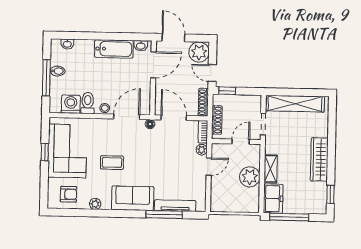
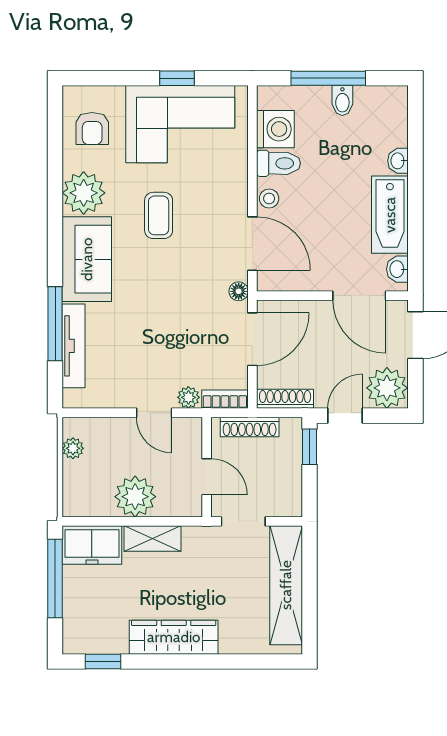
washbasin: (67, 44) -> (398, 161), moved
plant: (95, 204) -> (84, 193), width x1.88, depth x1.88
plant: (225, 207) -> (73, 448), added

